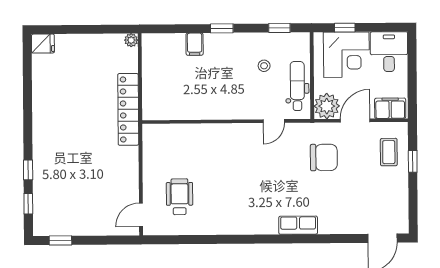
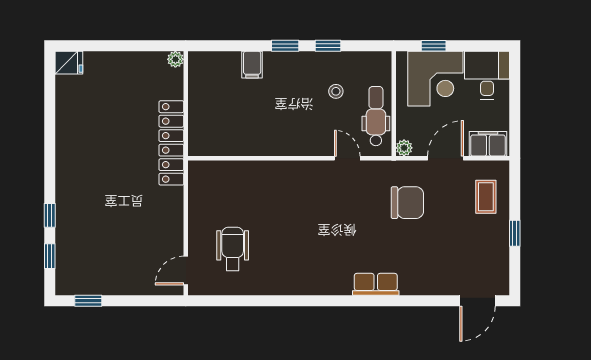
window: (279, 28) -> (328, 46), moved
plant: (327, 106) -> (404, 148), width x0.53, depth x0.53
door: (274, 121) -> (347, 158), swing flipped
window: (413, 161) -> (515, 233), moved

